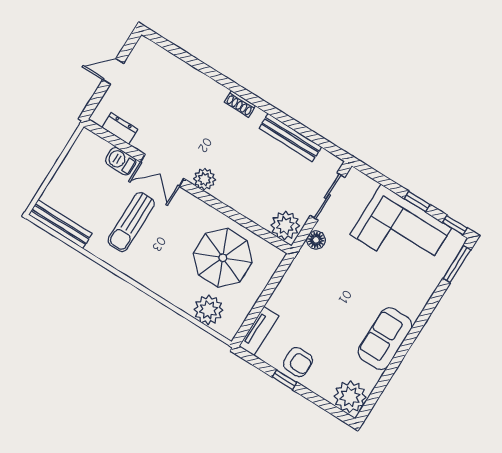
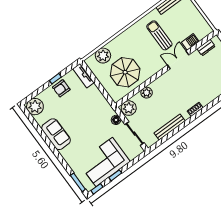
plant: (205, 179) -> (147, 93), moved

